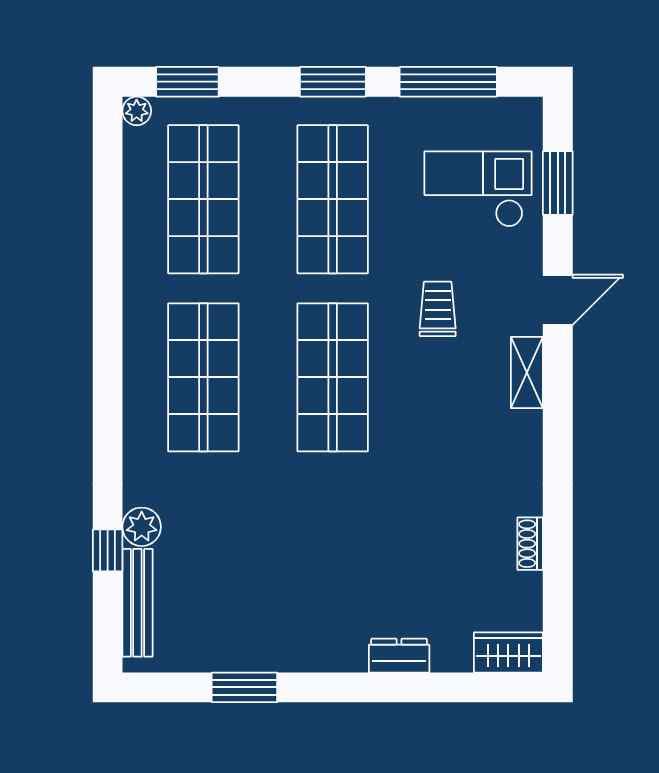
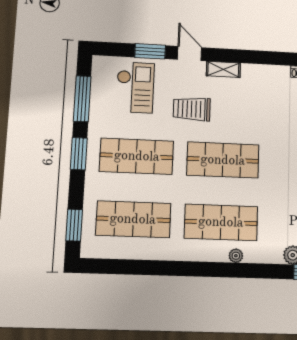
plant: (137, 111) -> (236, 256), moved
window: (558, 183) -> (150, 51), moved
checkout: (478, 189) -> (135, 87), turned 180
trolley: (438, 309) -> (192, 109), width x1.36, depth x1.39

